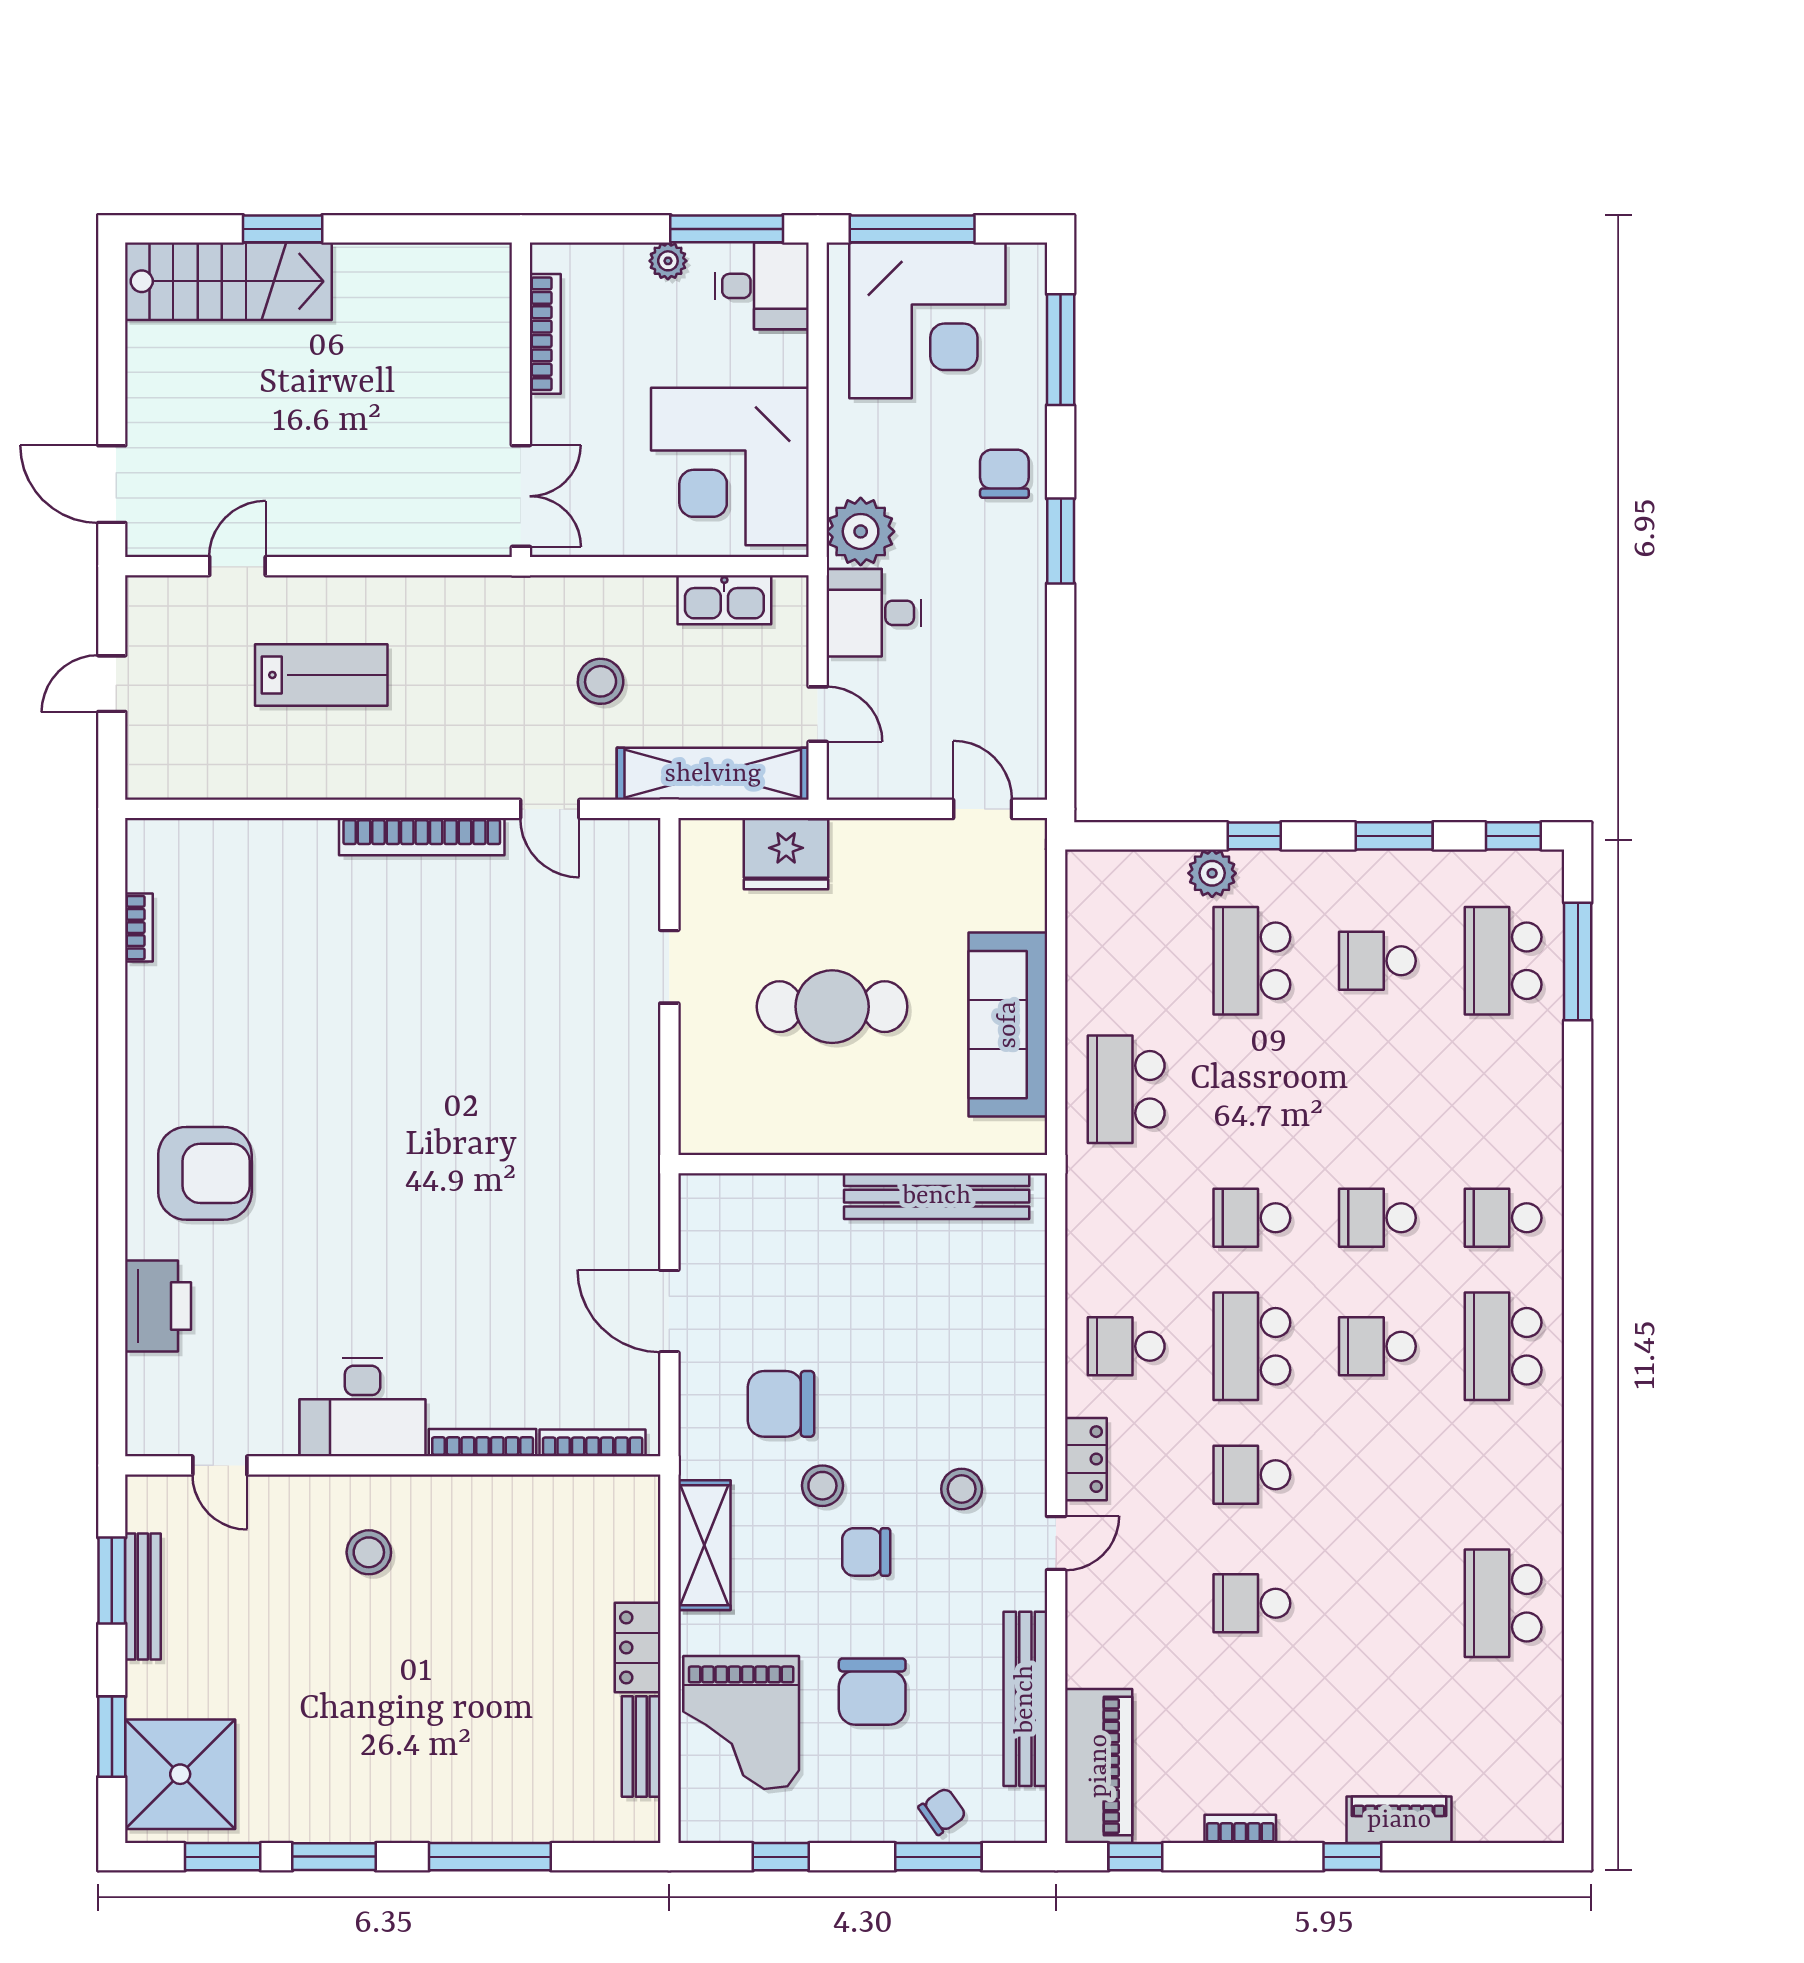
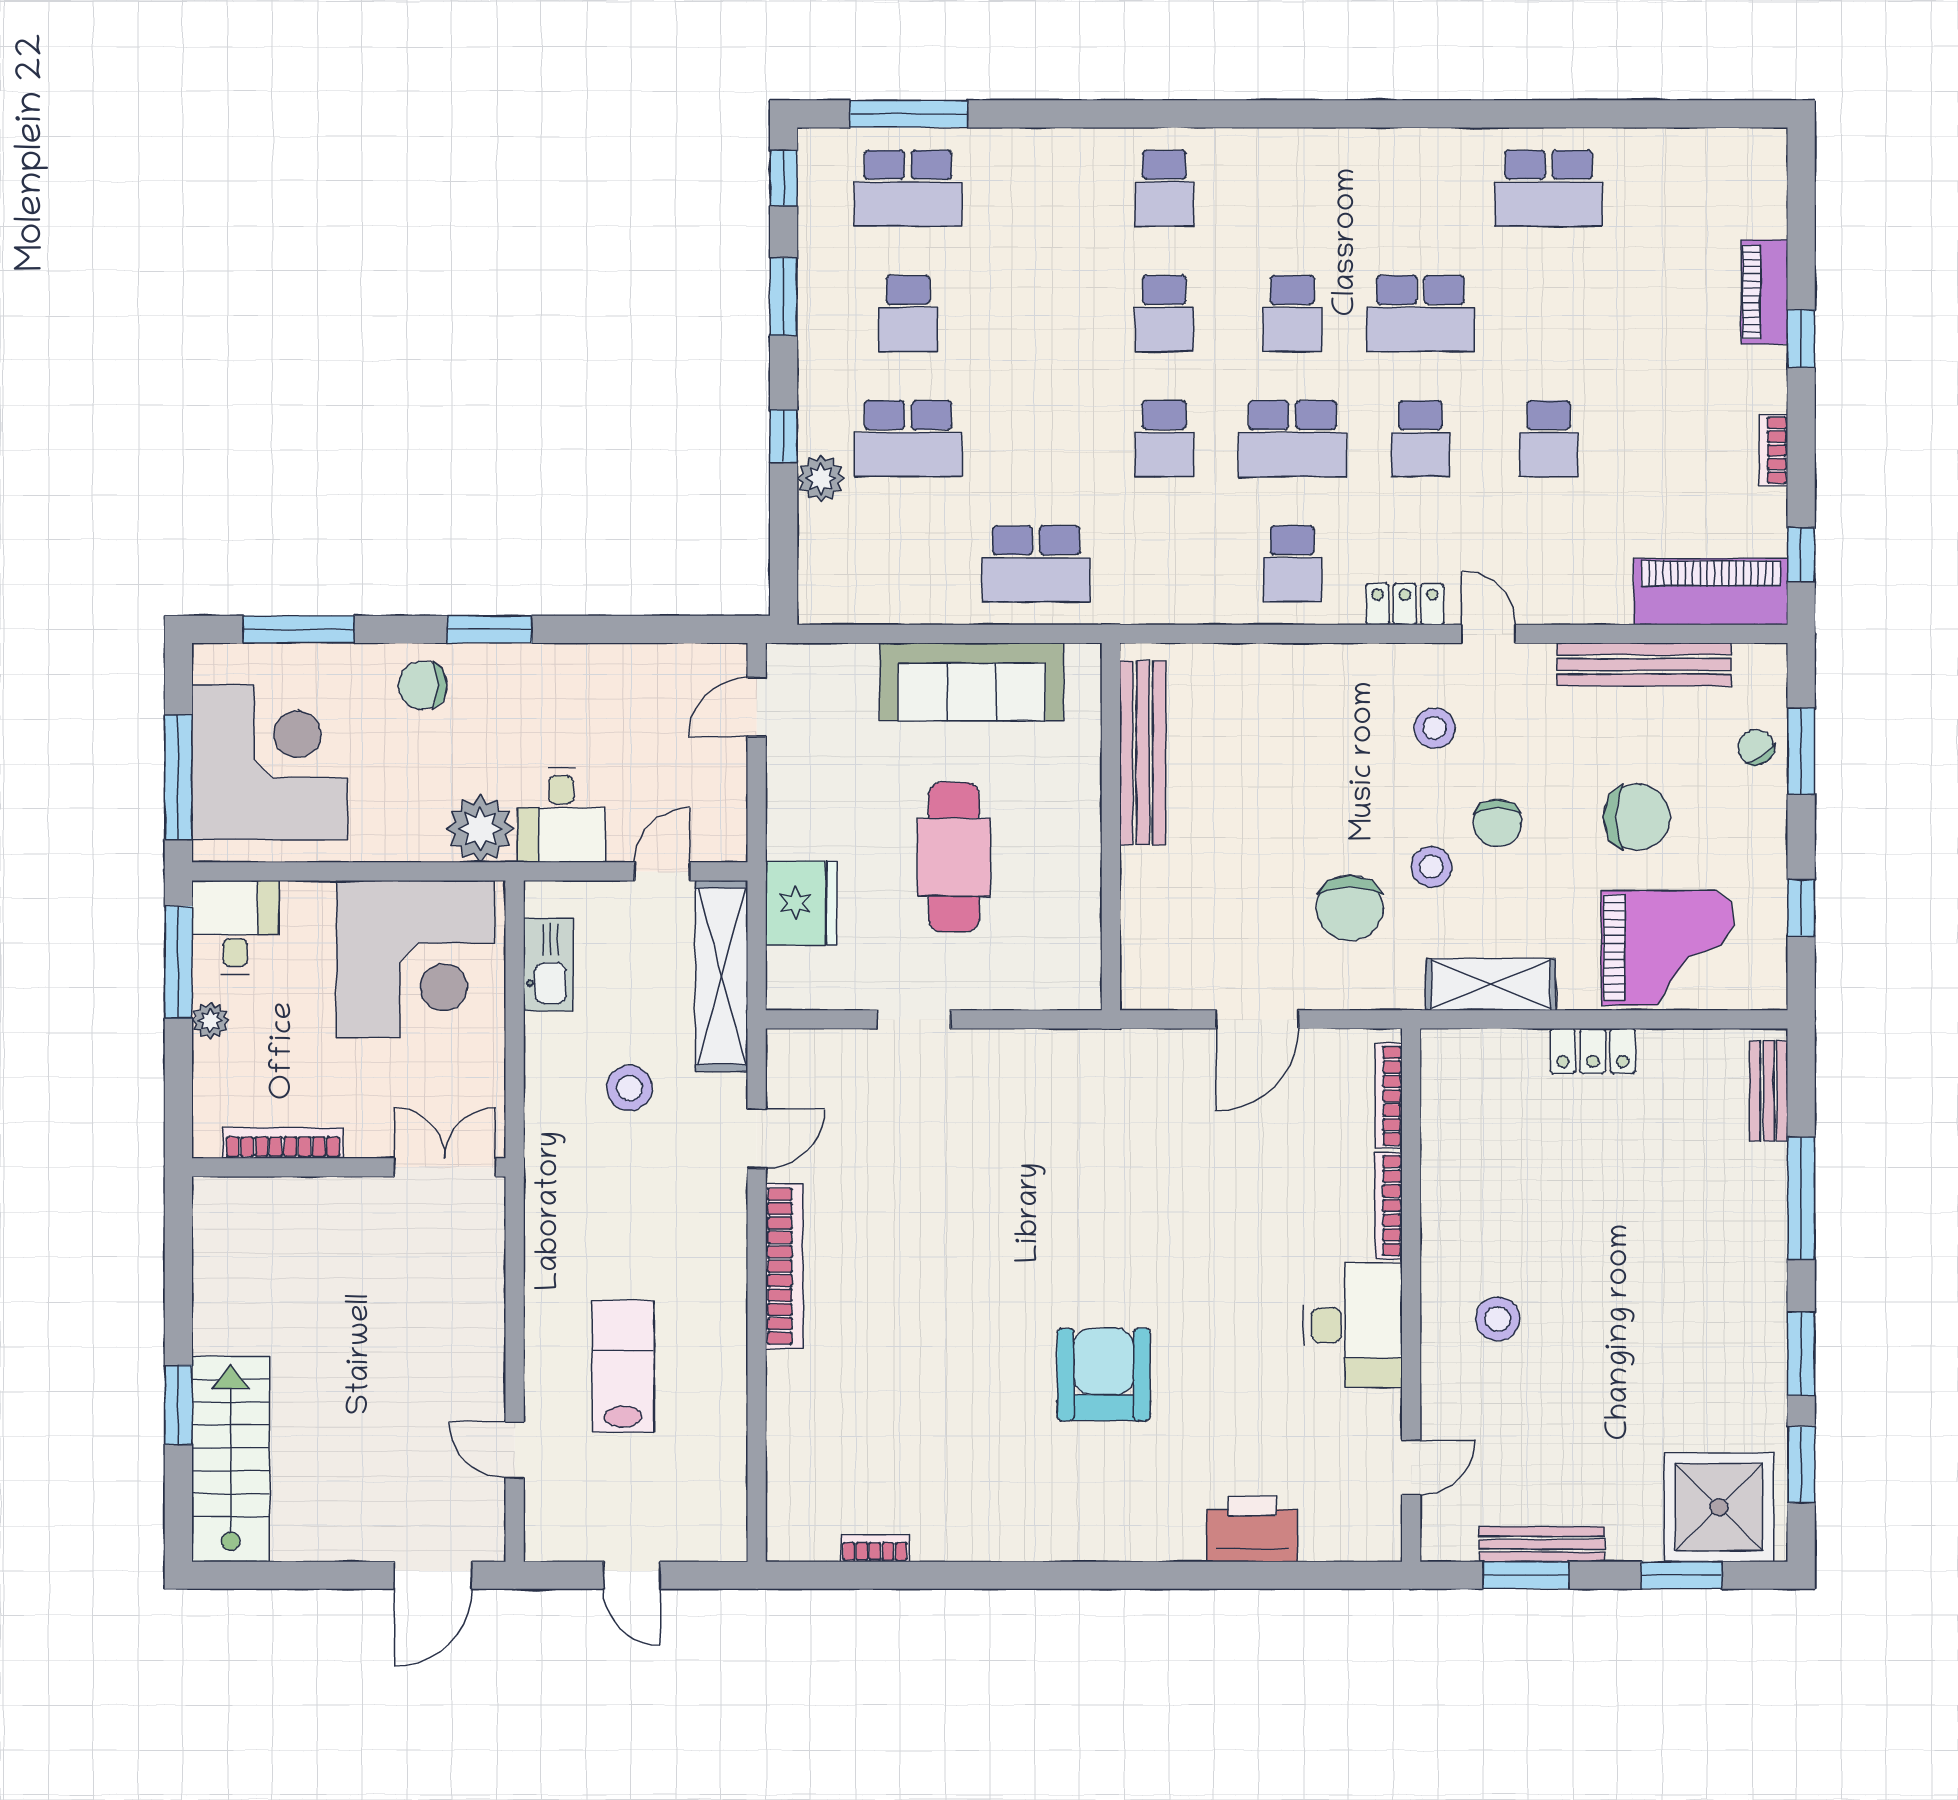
armchair: (205, 1173) -> (1104, 1374), moved
school desk: (1503, 1346) -> (1420, 313), moved
bench: (641, 1746) -> (1769, 1091), moved, turned 90

